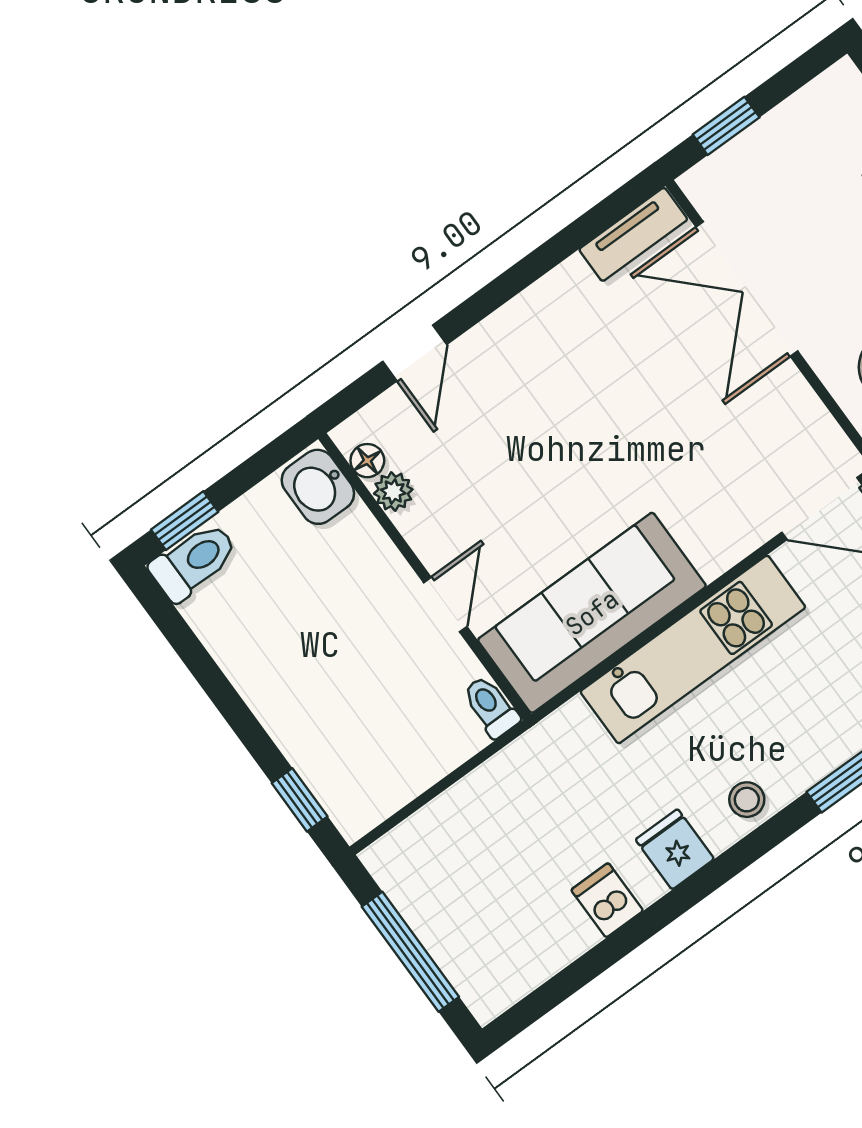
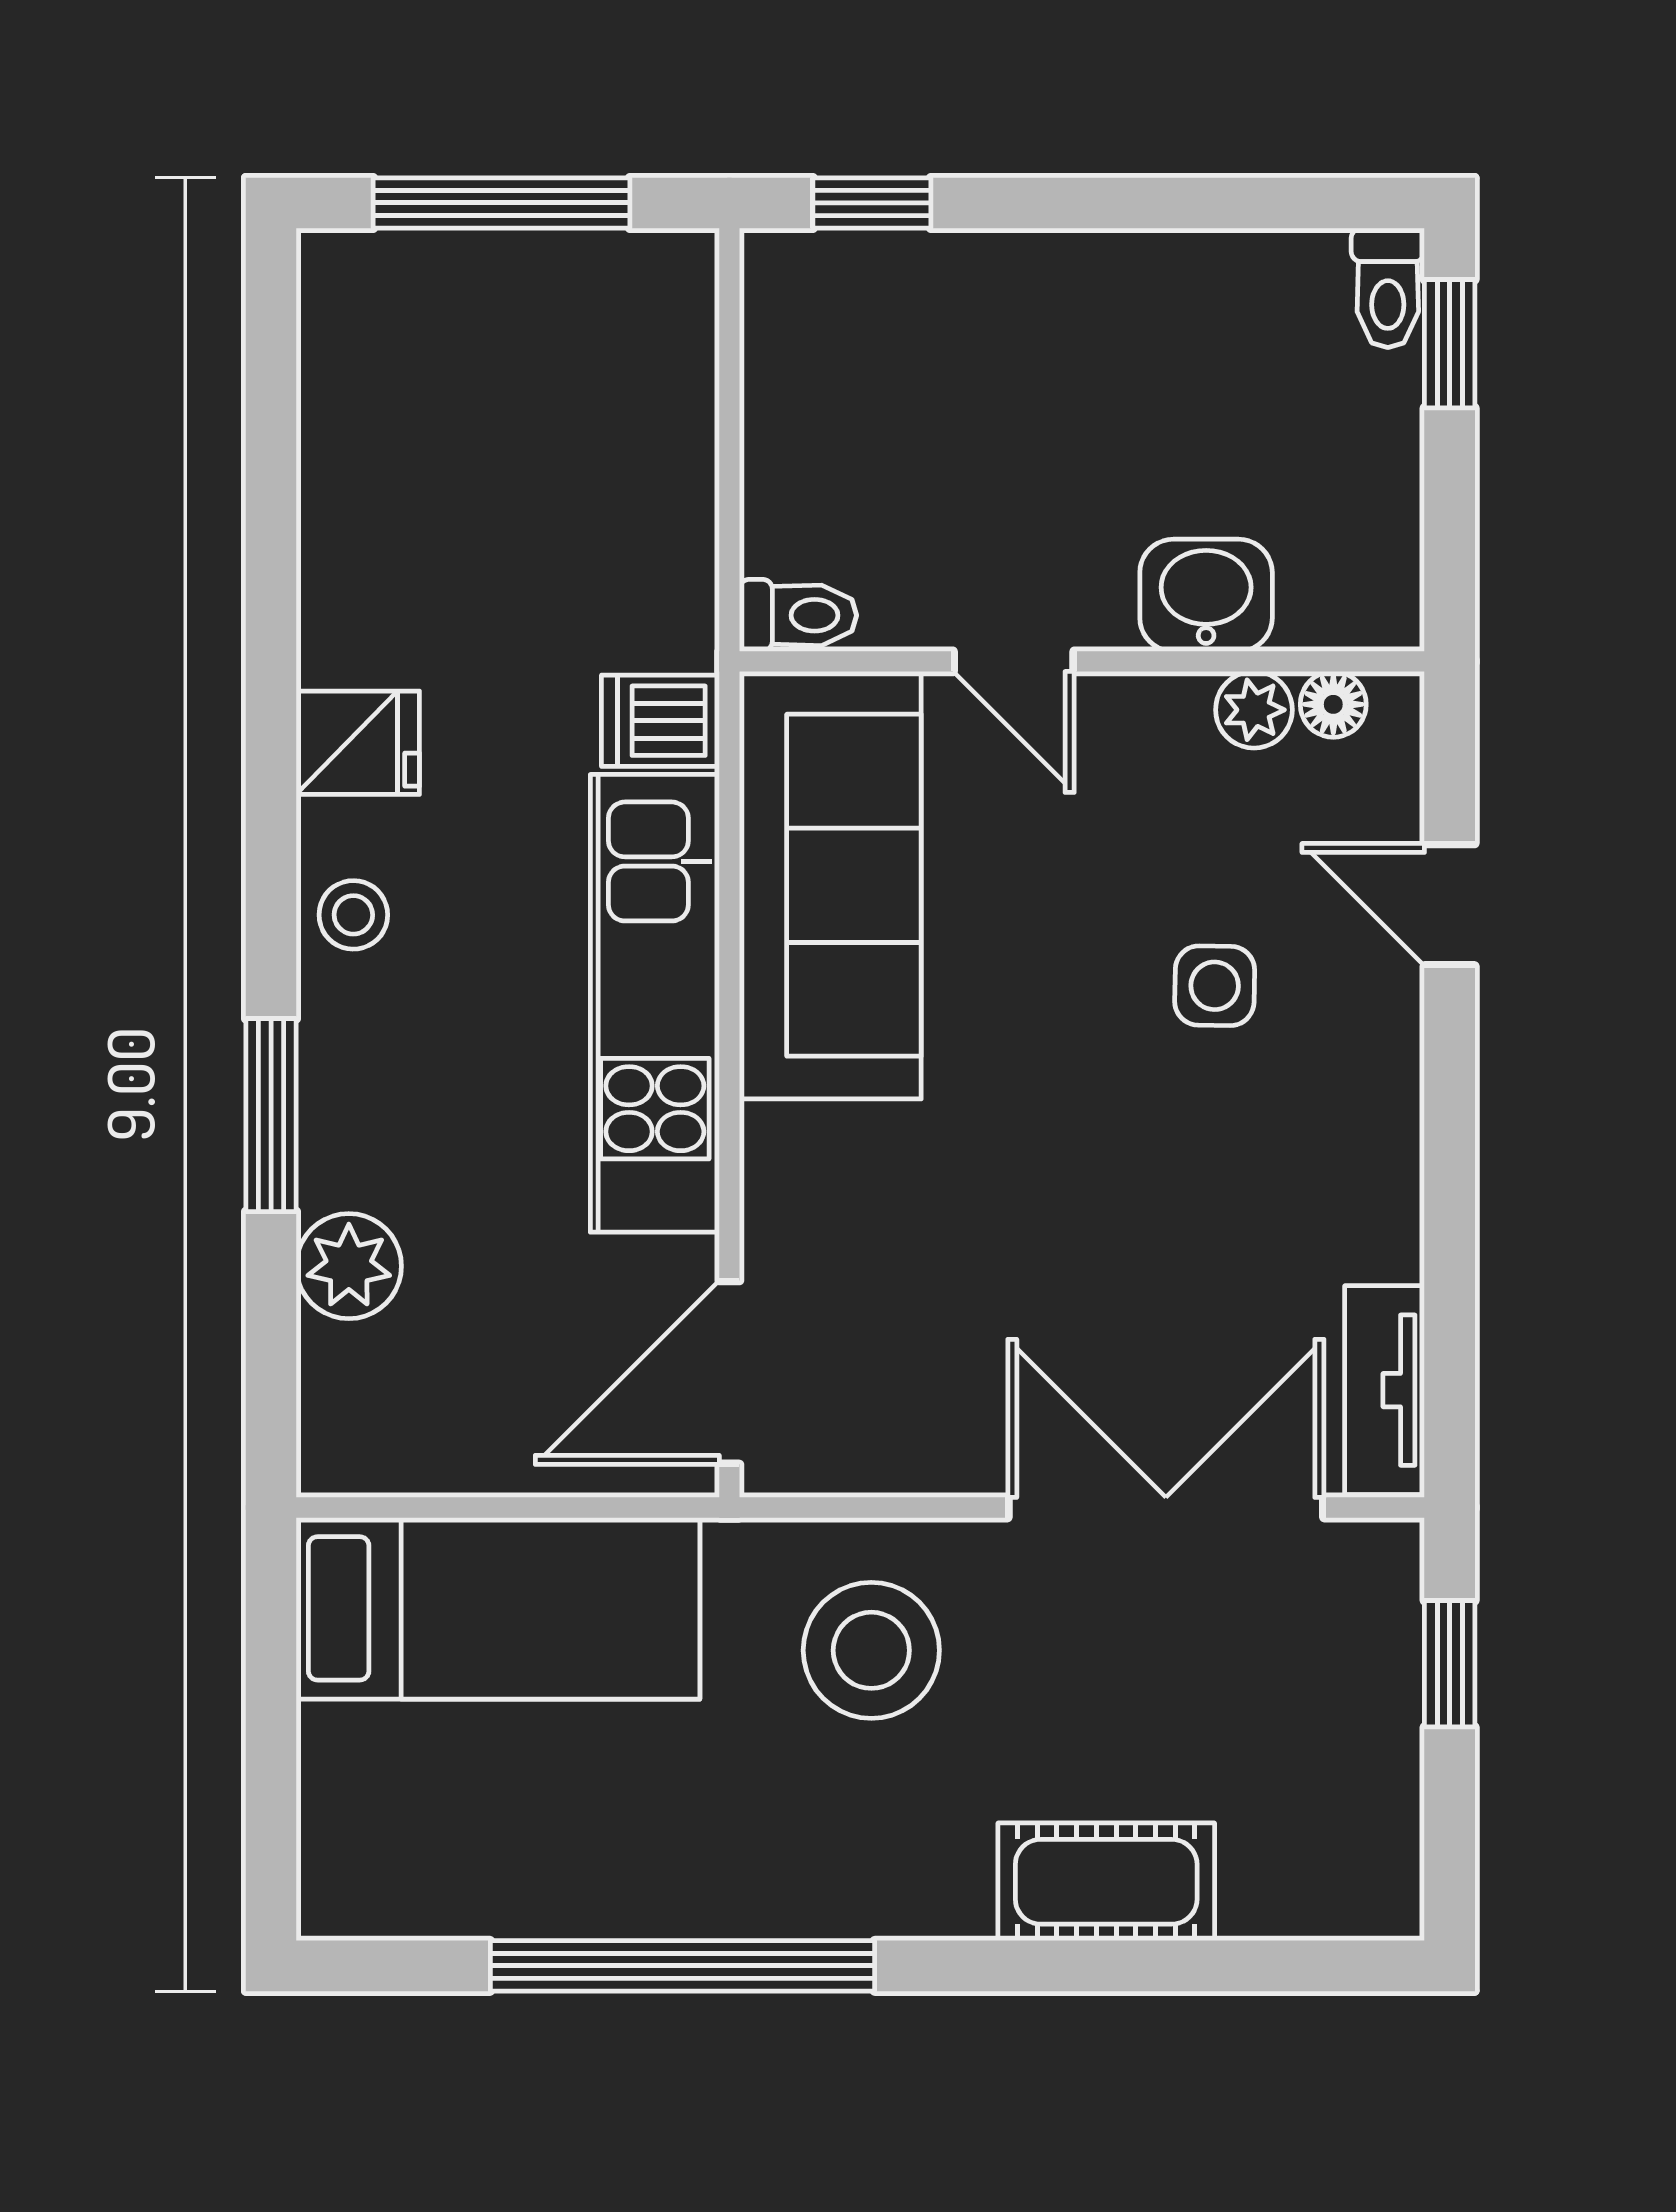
side table: (518, 425) -> (1215, 986), added
washbasin: (318, 487) -> (1206, 595), moved
toilet: (194, 561) -> (1388, 288), width x0.73, depth x0.72
dishwasher: (607, 900) -> (660, 721), moved, turned 180

